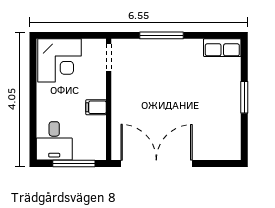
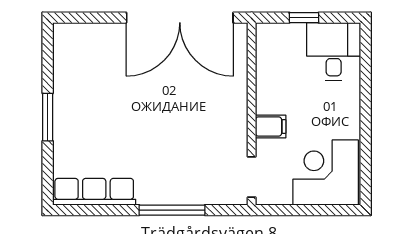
row of seats: (222, 48) -> (94, 192), width x1.48
filing cabinet: (96, 107) -> (271, 127), moved
window: (74, 164) -> (304, 18), width x0.46

